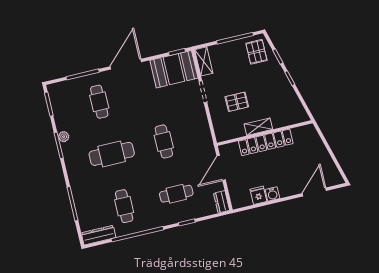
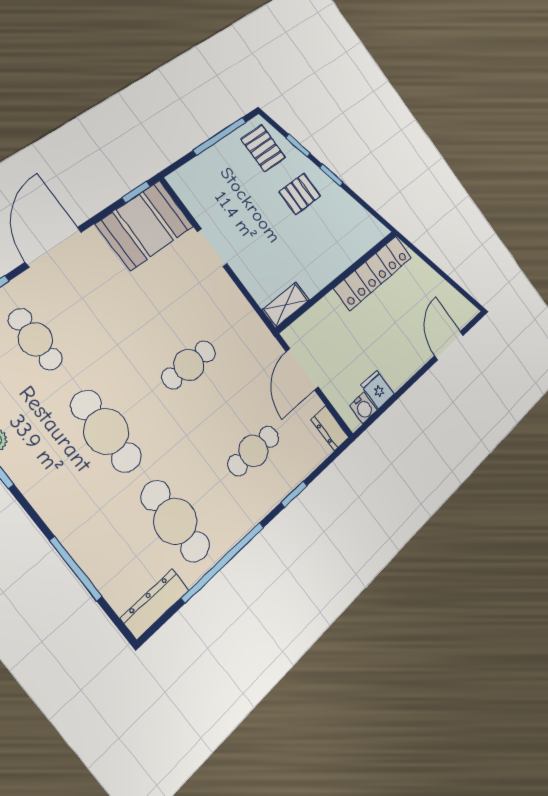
shelving: (204, 61) -> (189, 193), removed
pallet: (237, 102) -> (300, 194), moved
shelving: (258, 127) -> (286, 305), moved
cafe table: (164, 141) -> (189, 365), turned 90
locker: (266, 142) -> (373, 273), moved
cafe table: (112, 154) -> (106, 431), turned 90
water cooler: (272, 194) -> (363, 408), moved
cafe table: (124, 206) -> (175, 521), width x1.37, depth x1.35

